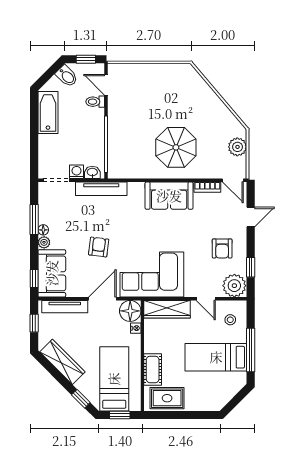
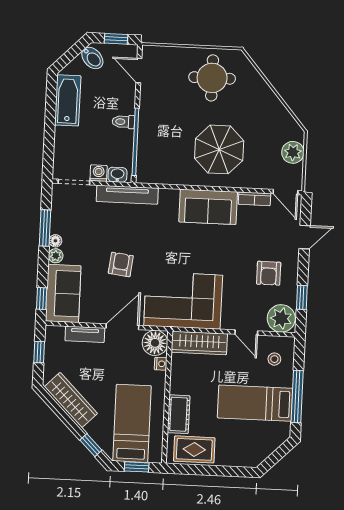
round table: (167, 88) -> (212, 78), added
toilet: (95, 102) -> (123, 122), moved
tv unit: (65, 307) -> (85, 334), width x0.71

